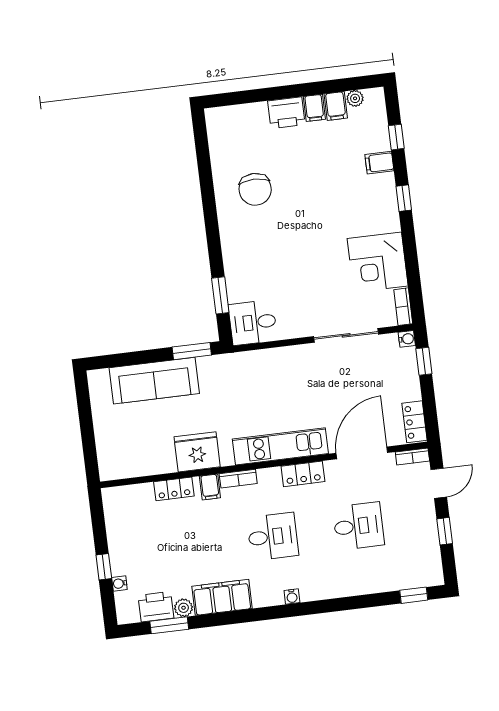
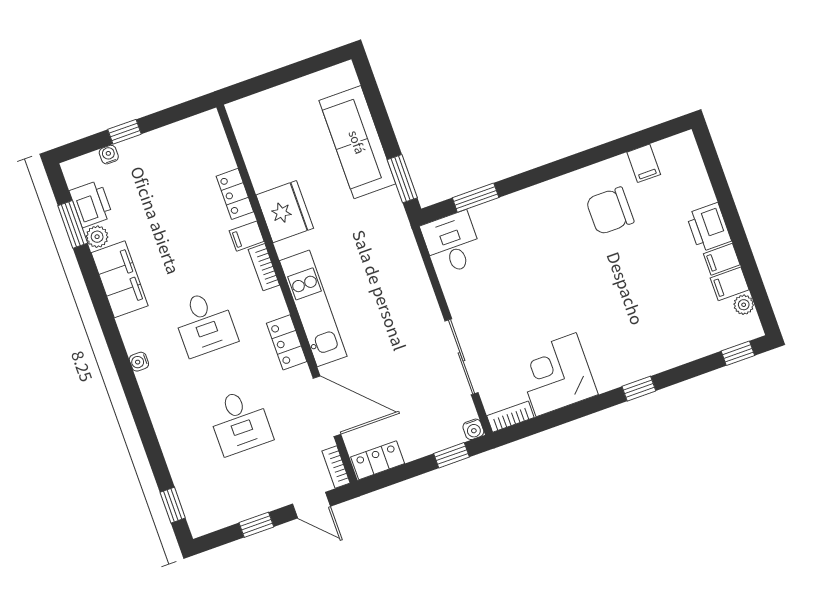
window: (396, 137) -> (738, 353), moved
filing cabinet: (379, 163) -> (644, 163), moved, turned 180

